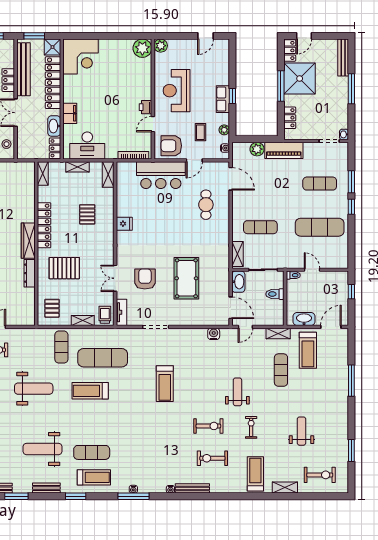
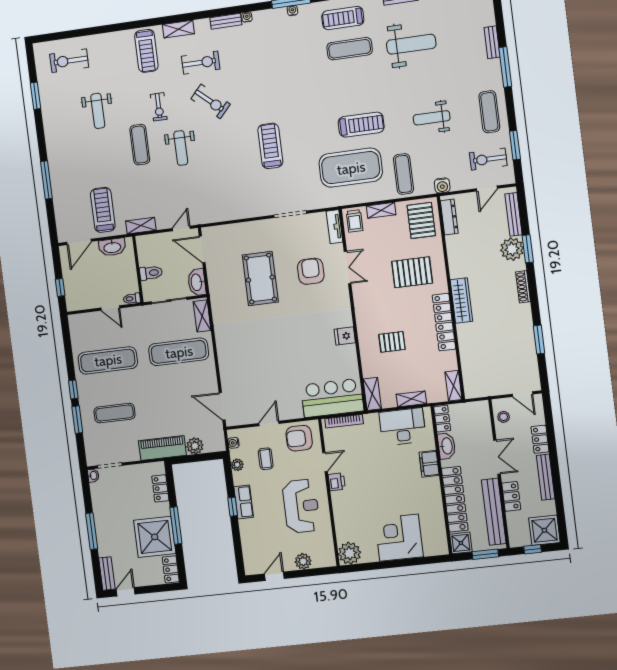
door: (304, 36) -> (126, 592), moved
plant: (161, 46) -> (303, 561), moved
corner desk: (81, 57) -> (399, 538), moved
bench: (343, 58) -> (107, 574), width x0.73
armchair: (171, 146) -> (299, 438), turned 180
bar counter: (161, 175) -> (332, 398), moved
cafe table: (206, 205) -> (248, 371), removed
pallet: (87, 214) -> (392, 342), turned 90
exercise mat: (260, 227) -> (179, 352), width x1.36, depth x1.45
dresser: (30, 273) -> (449, 217), moved
armchair: (145, 279) -> (311, 271), turned 180
pallet: (52, 308) -> (421, 220), width x1.50, depth x1.42
water cooler: (214, 334) -> (442, 185), moved
exercise mat: (103, 358) -> (351, 168), width x1.47
exercise mat: (281, 370) -> (140, 145), moved
weight bench: (34, 389) -> (432, 118), width x0.73, depth x0.75
exercise bike: (208, 426) -> (211, 101), turned -138
bench: (192, 488) -> (226, 21), width x0.73
shelving: (285, 488) -> (178, 29), moved

